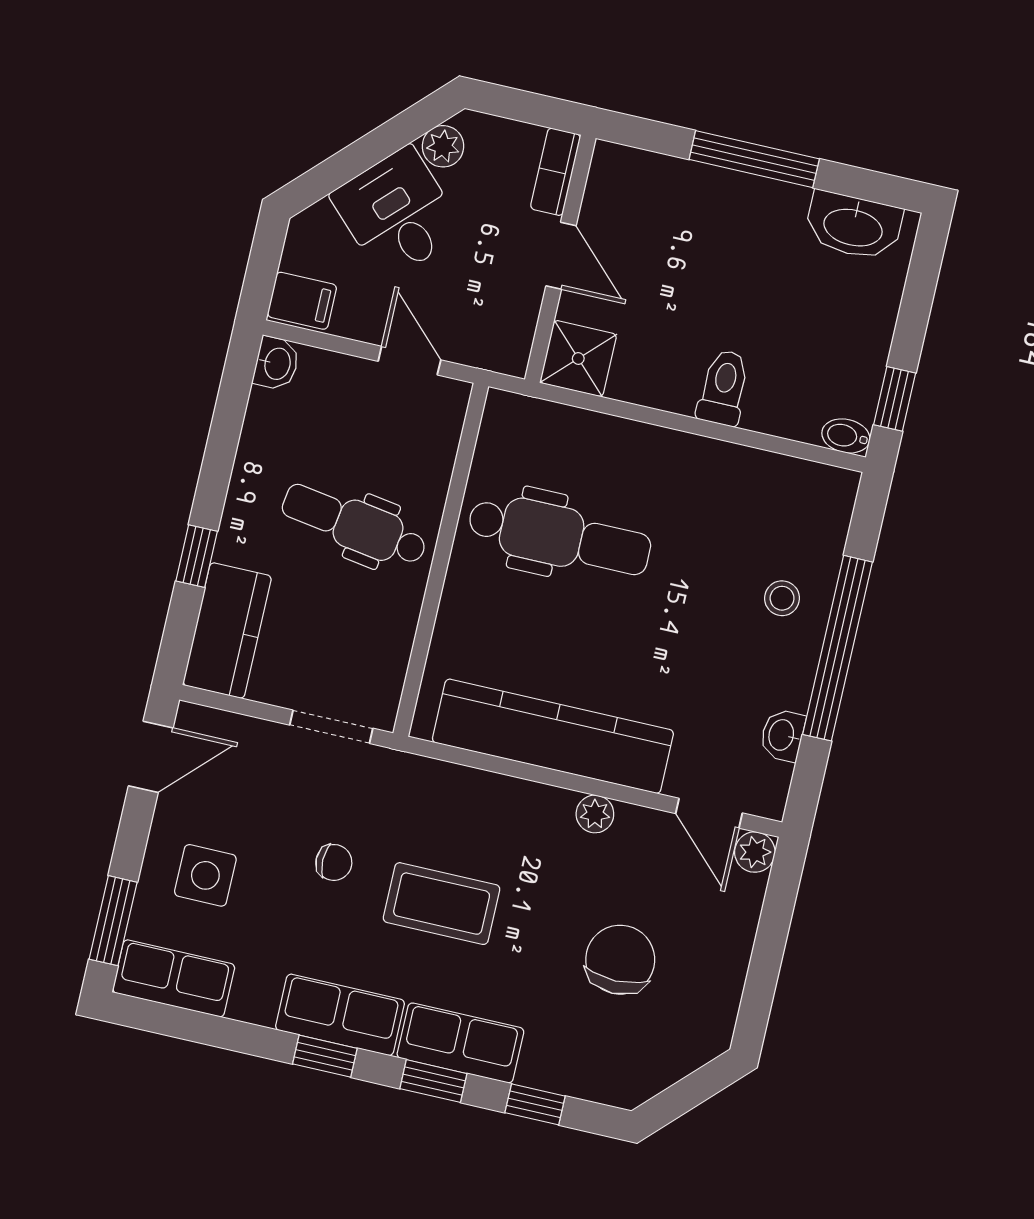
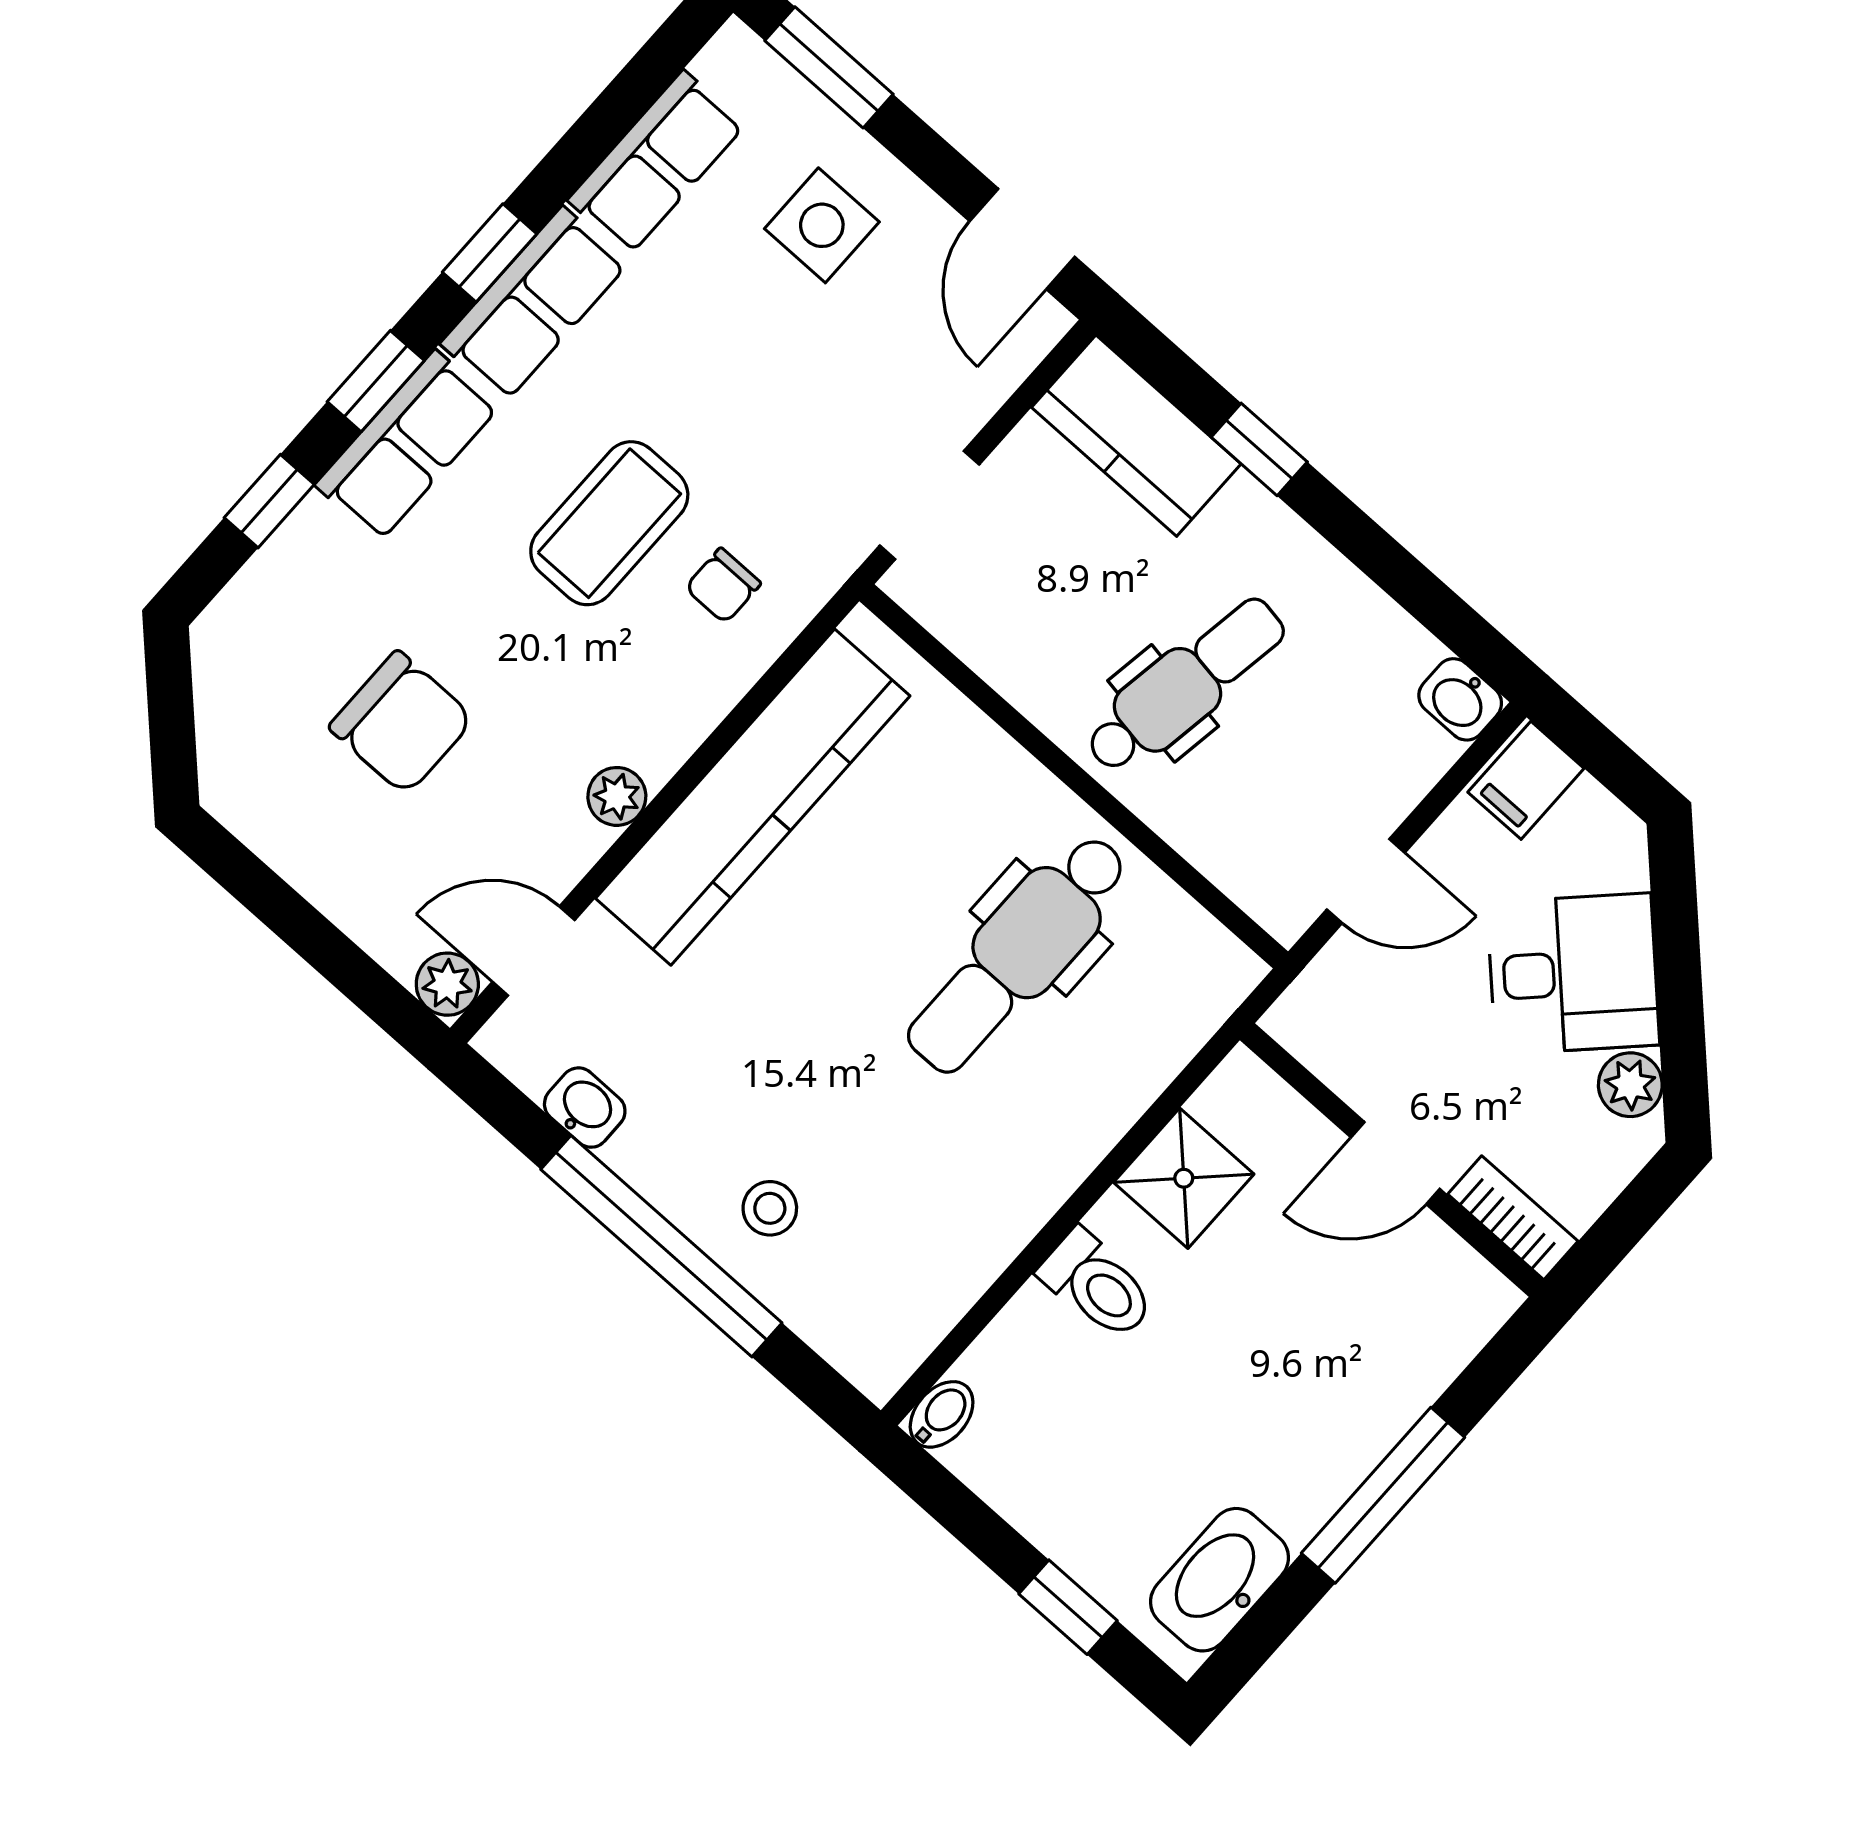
shower: (578, 358) -> (1184, 1178), moved
window: (895, 399) -> (1068, 1607), moved
chair: (334, 862) -> (723, 586), moved
row of seats: (174, 978) -> (656, 163), moved

